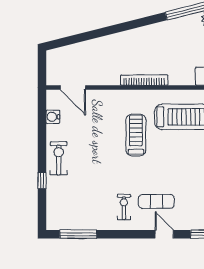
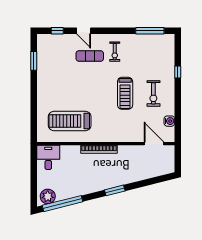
window: (124, 27) -> (115, 190), added
treadmill: (136, 135) -> (125, 93), moved
exercise bike: (59, 158) -> (153, 93), moved

